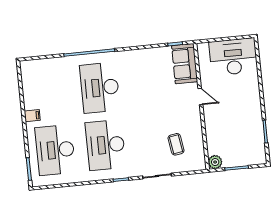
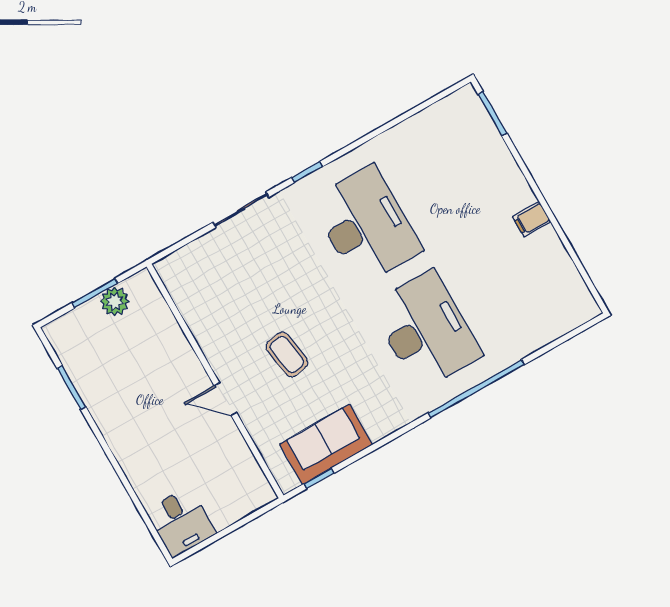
desk: (233, 57) -> (181, 522), width x0.53, depth x0.77
sofa: (185, 64) -> (326, 444), moved, turned -90
coffee table: (176, 144) -> (287, 354), moved
desk: (55, 150) -> (458, 173), removed
plant: (215, 162) -> (115, 301), moved

